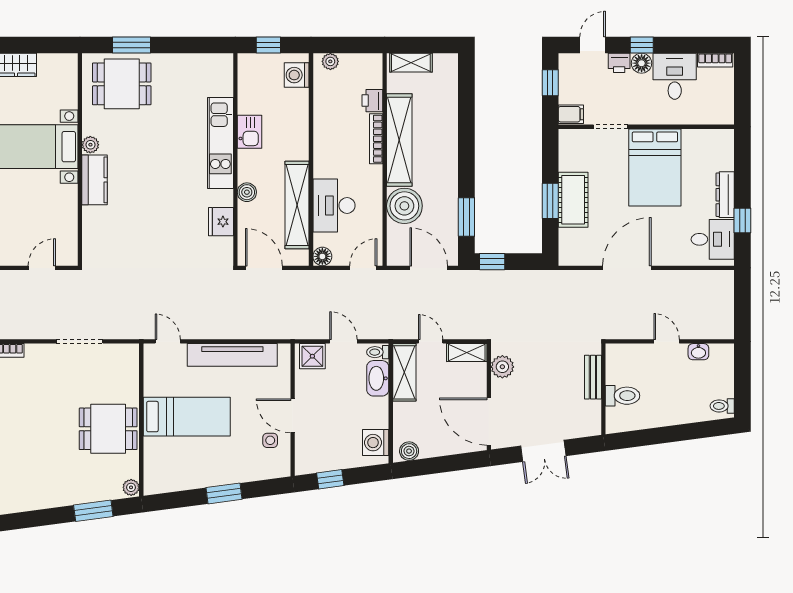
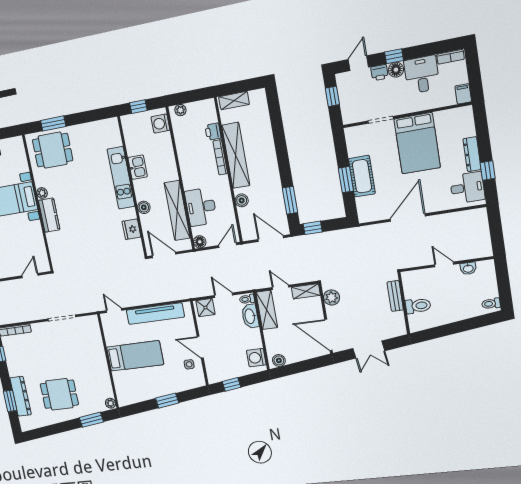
filing cabinet: (571, 114) -> (463, 94), moved, turned -90
boiler: (404, 206) -> (242, 200), width x0.54, depth x0.54
dining table: (108, 429) -> (59, 394), moved

